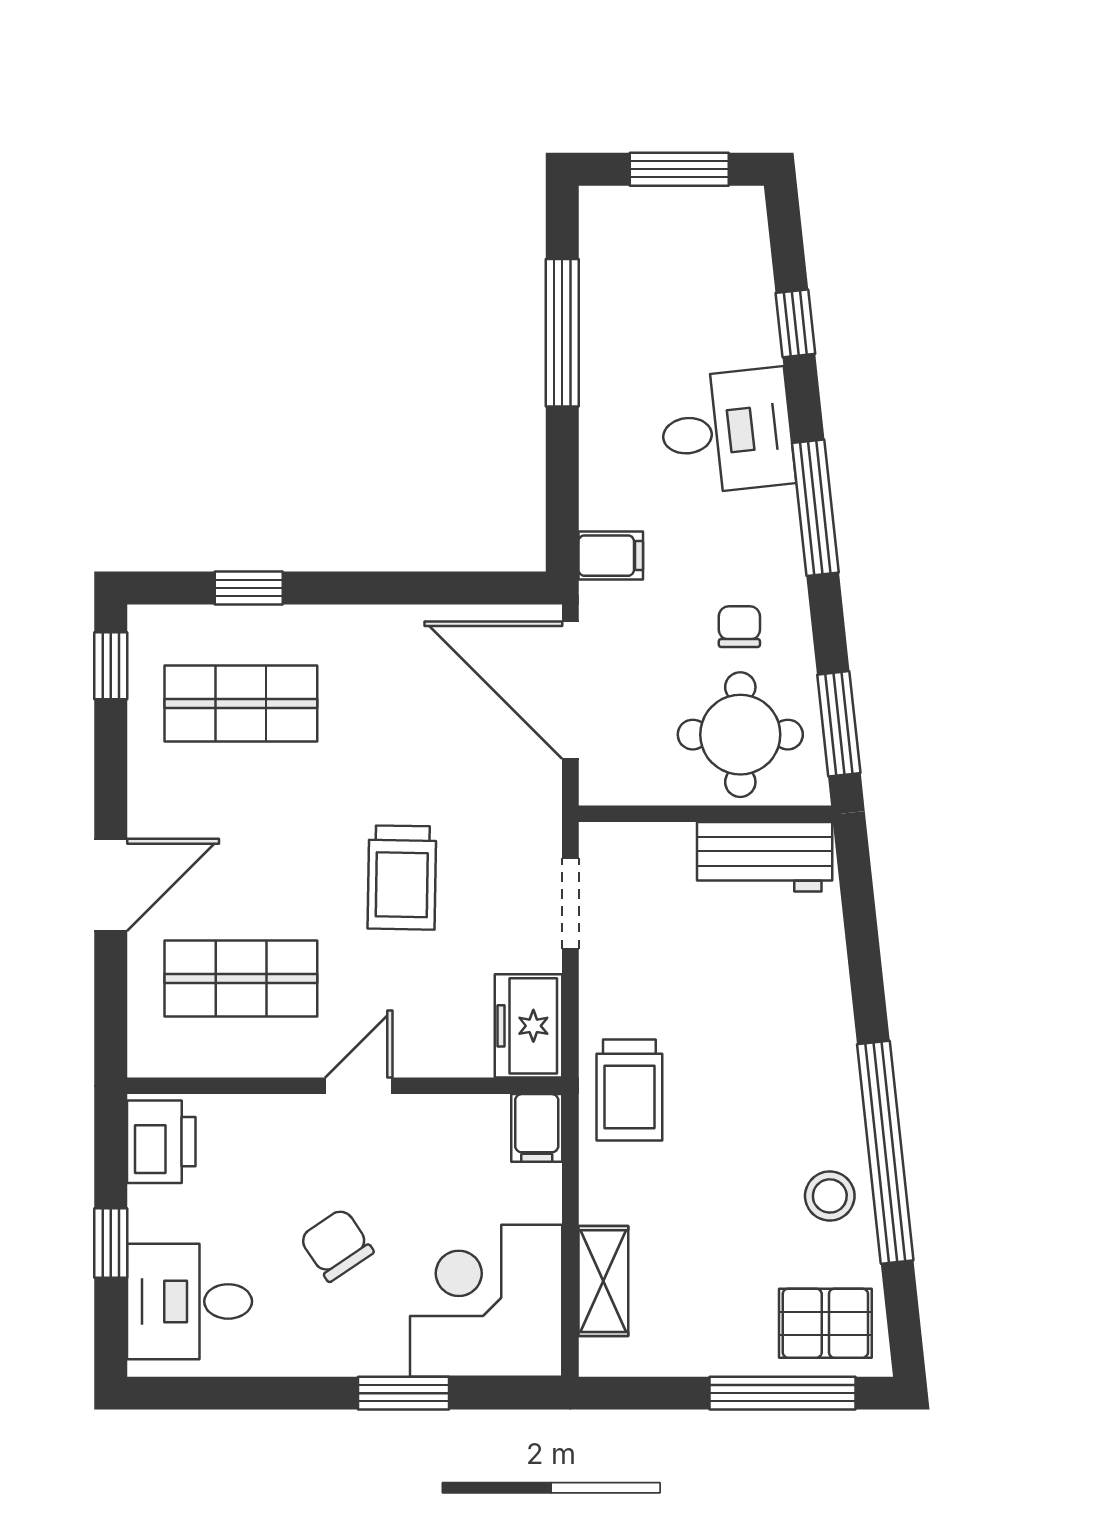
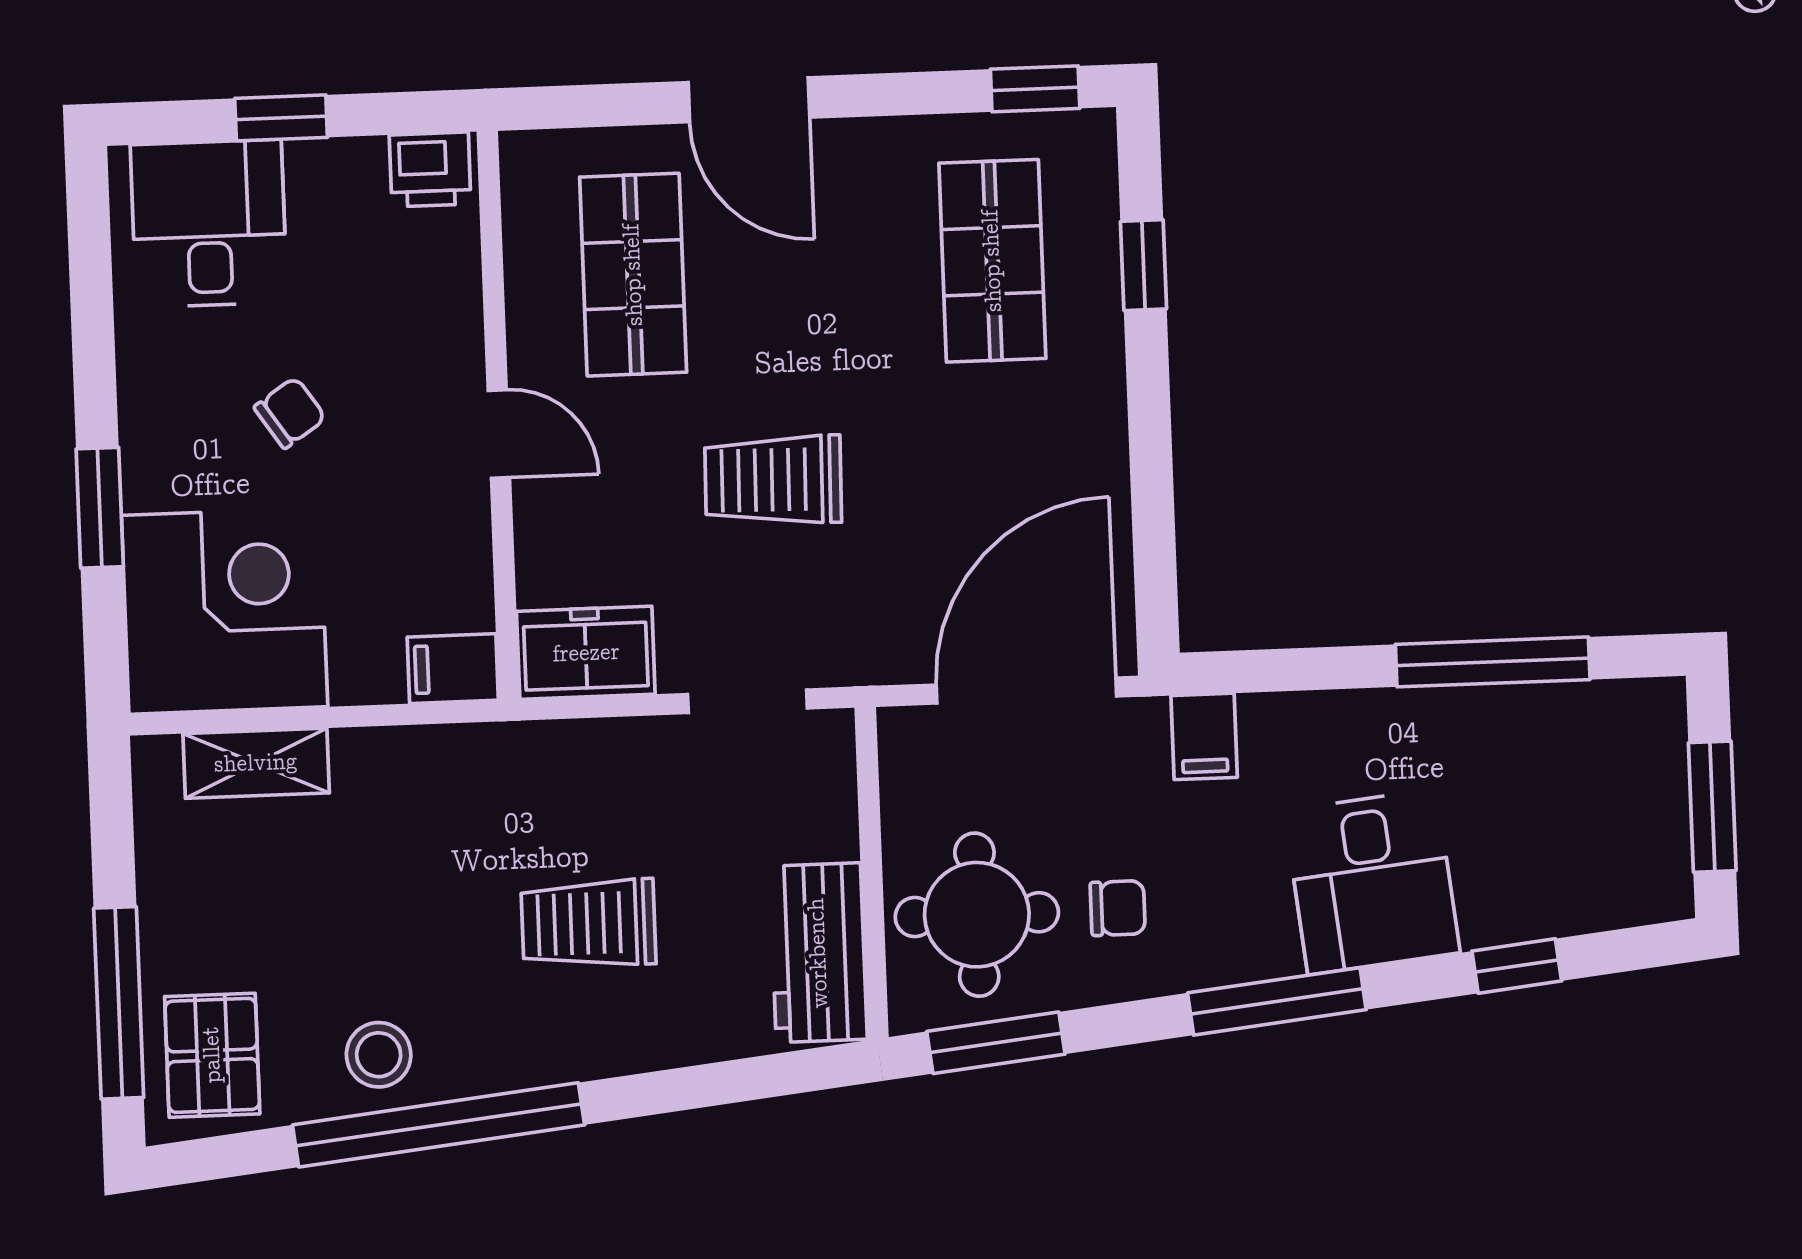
trolley: (629, 1090) -> (588, 923), moved
printer: (161, 1142) -> (430, 170), width x0.73, depth x0.81
chair: (336, 1245) -> (290, 413), width x0.73, depth x0.73

